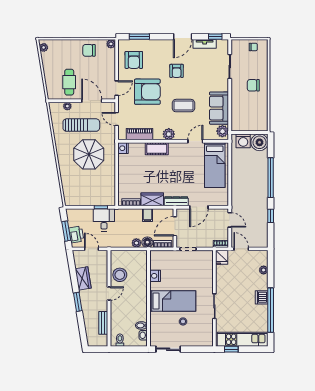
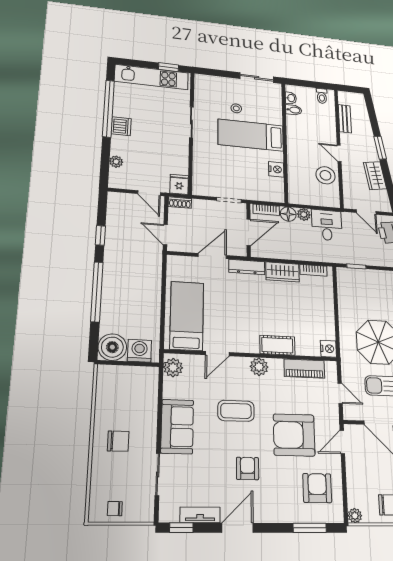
sofa: (219, 108) -> (177, 426), moved
filing cabinet: (147, 215) -> (289, 251), removed
desk: (104, 220) -> (327, 225), moved, turned 180
door: (109, 294) -> (339, 153), hinge flipped

